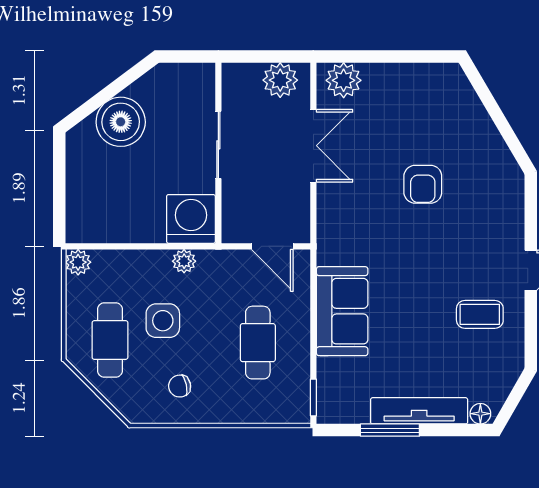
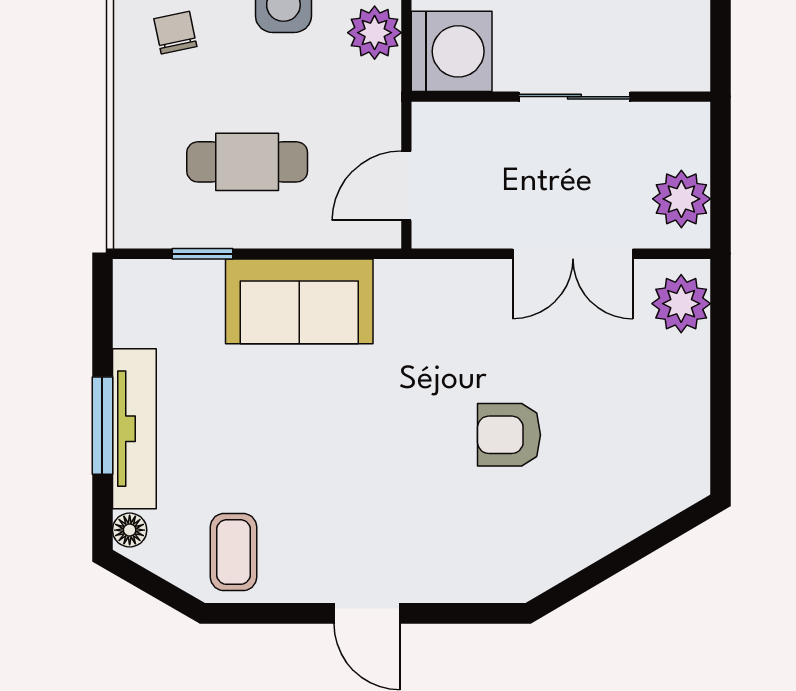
plant: (184, 261) -> (375, 33), width x1.38, depth x1.38
coffee table: (480, 314) -> (233, 552), moved
window: (313, 397) -> (202, 254), moved
window: (390, 430) -> (102, 426), moved

